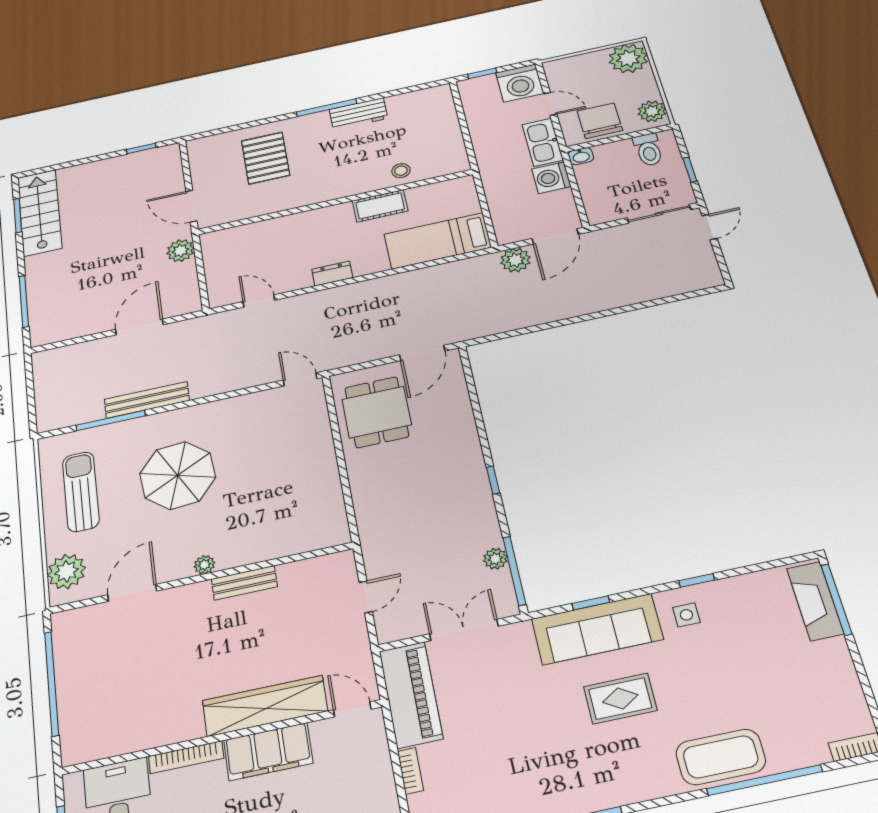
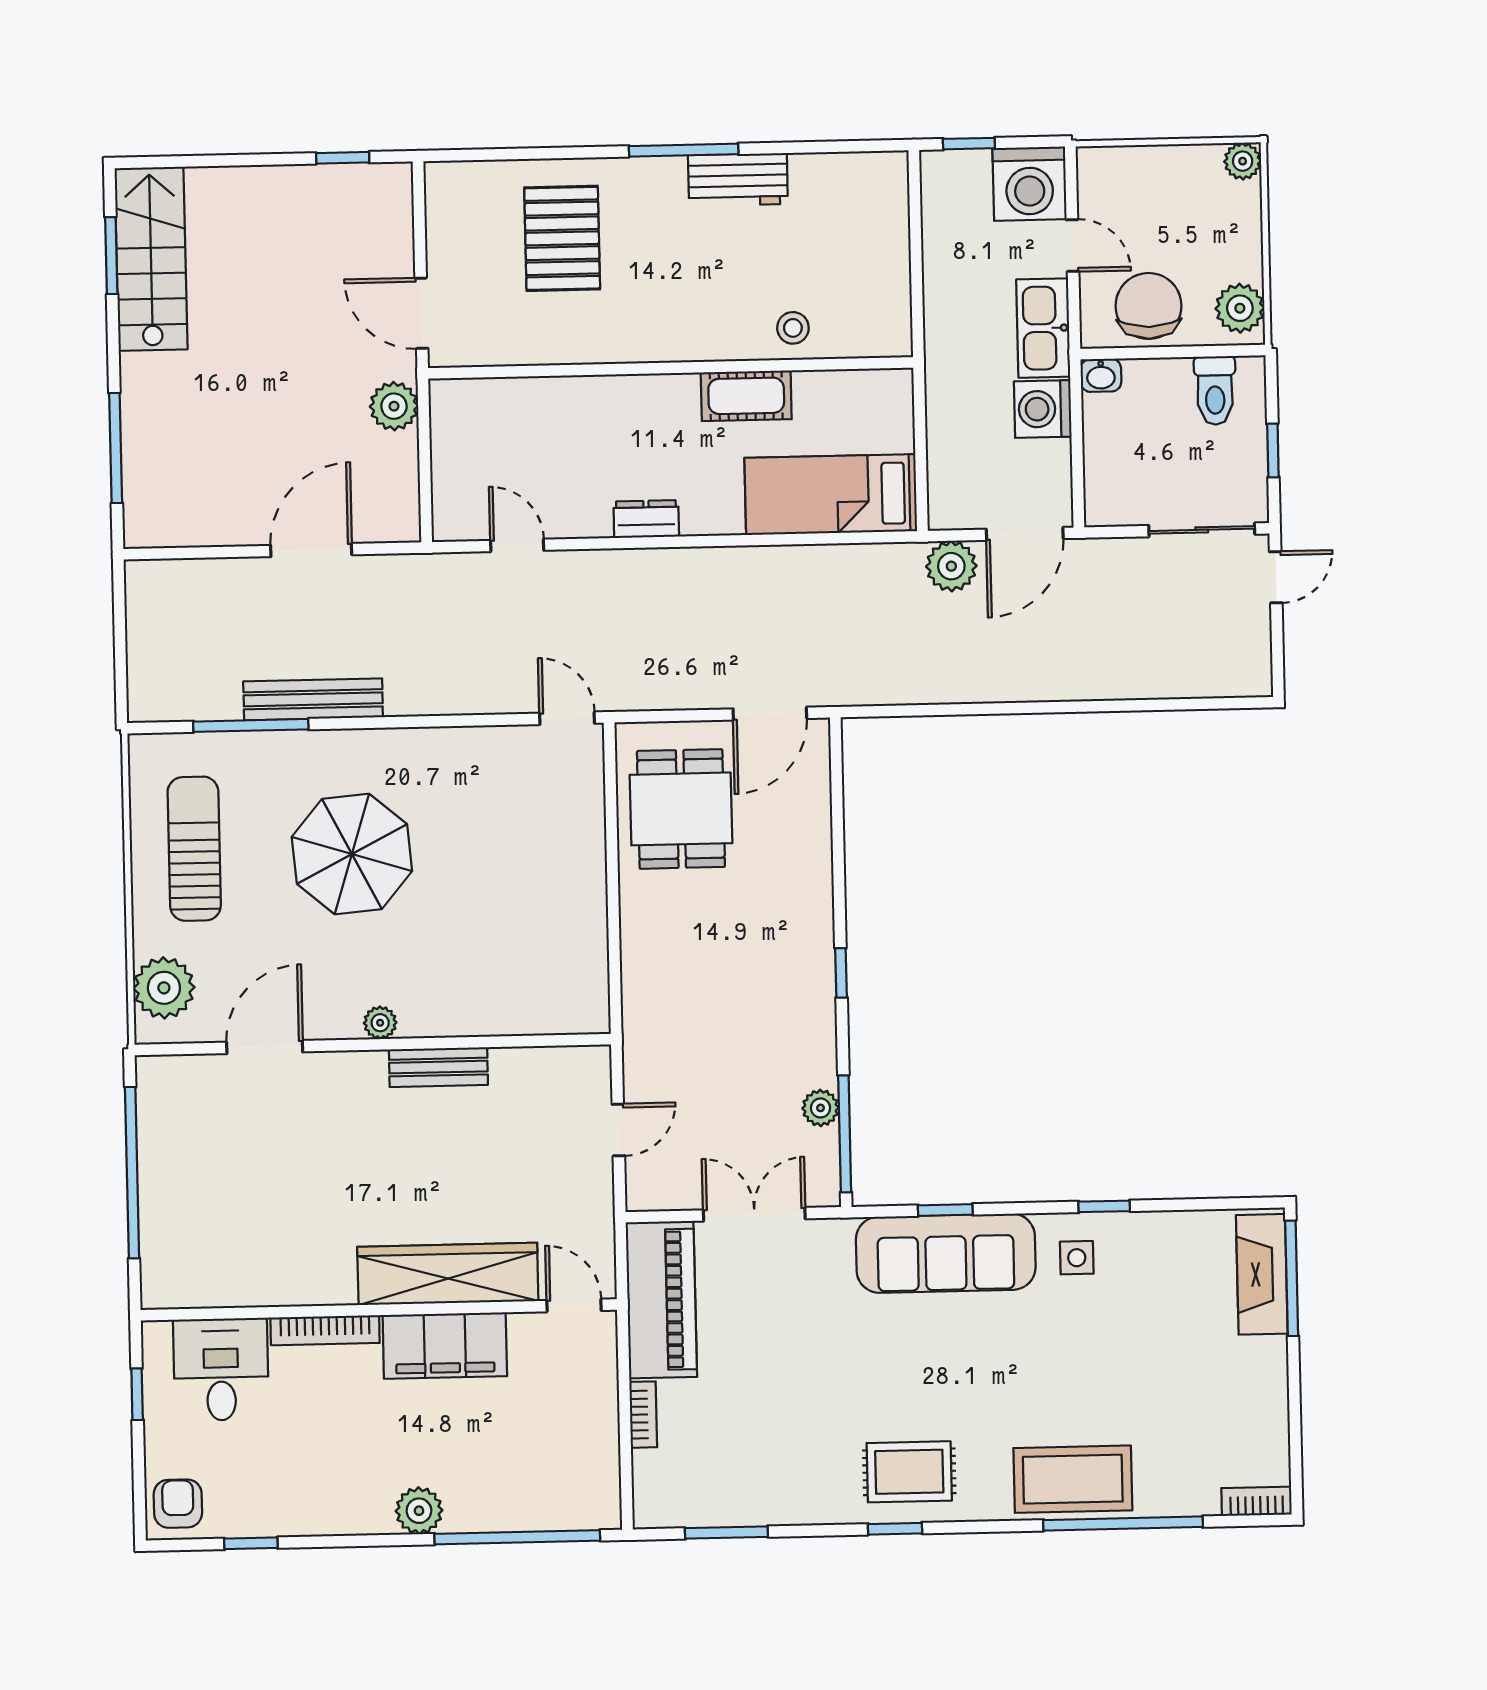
plant: (628, 58) -> (1243, 161), width x0.53, depth x0.53
rug: (620, 699) -> (909, 1472), moved

